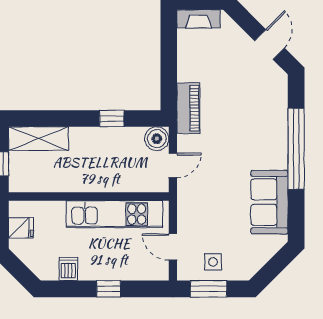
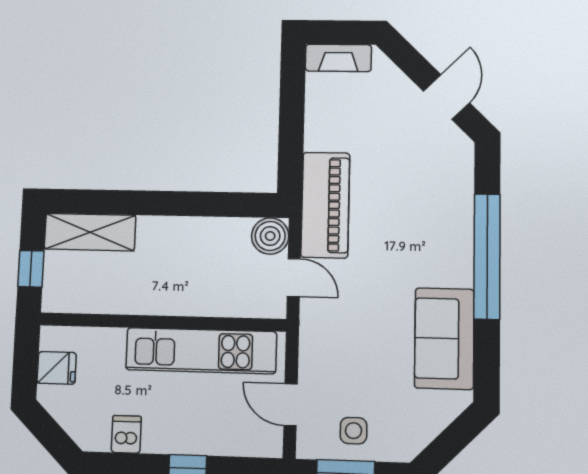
piano: (188, 108) -> (325, 205), width x1.37, depth x1.33
window: (112, 118) -> (202, 204), removed
door: (173, 165) -> (294, 278), hinge flipped

